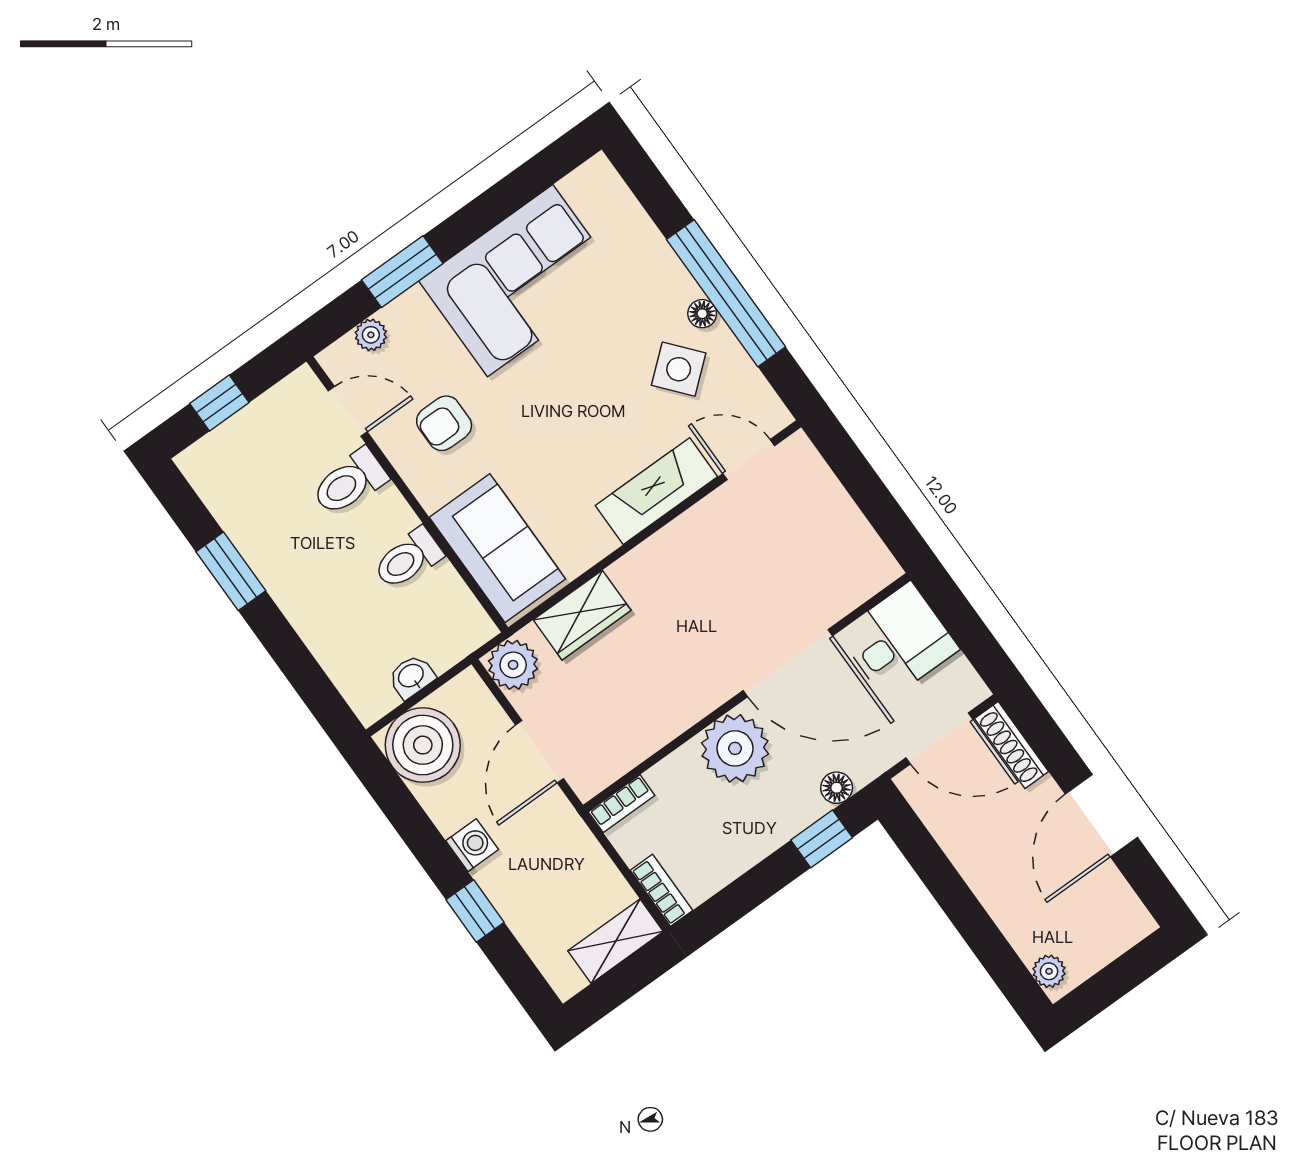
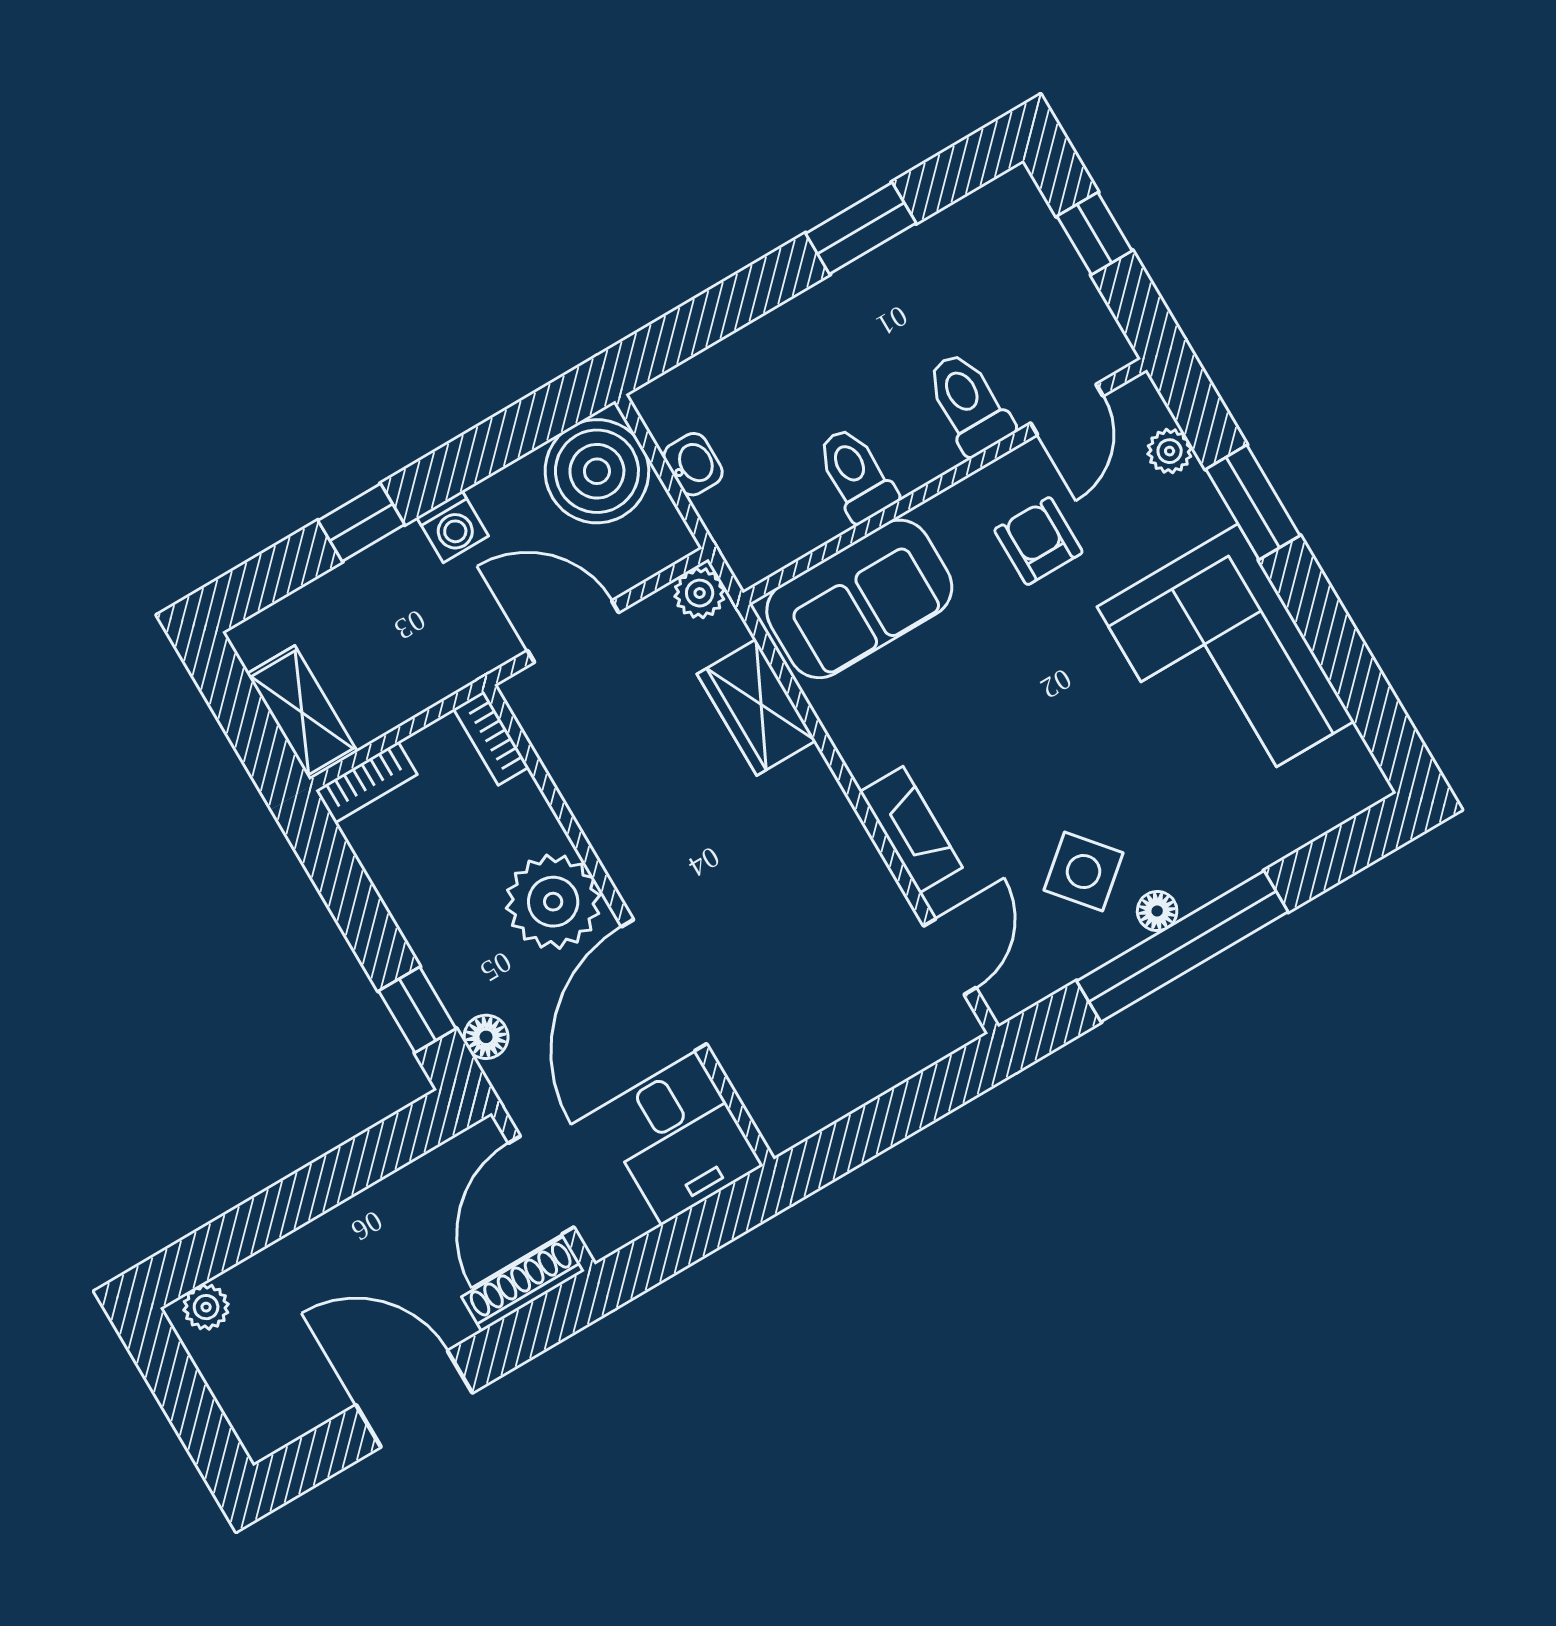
fireplace: (656, 491) -> (911, 830), width x0.73, depth x0.76
plant: (513, 665) -> (700, 593), width x0.73, depth x0.73

